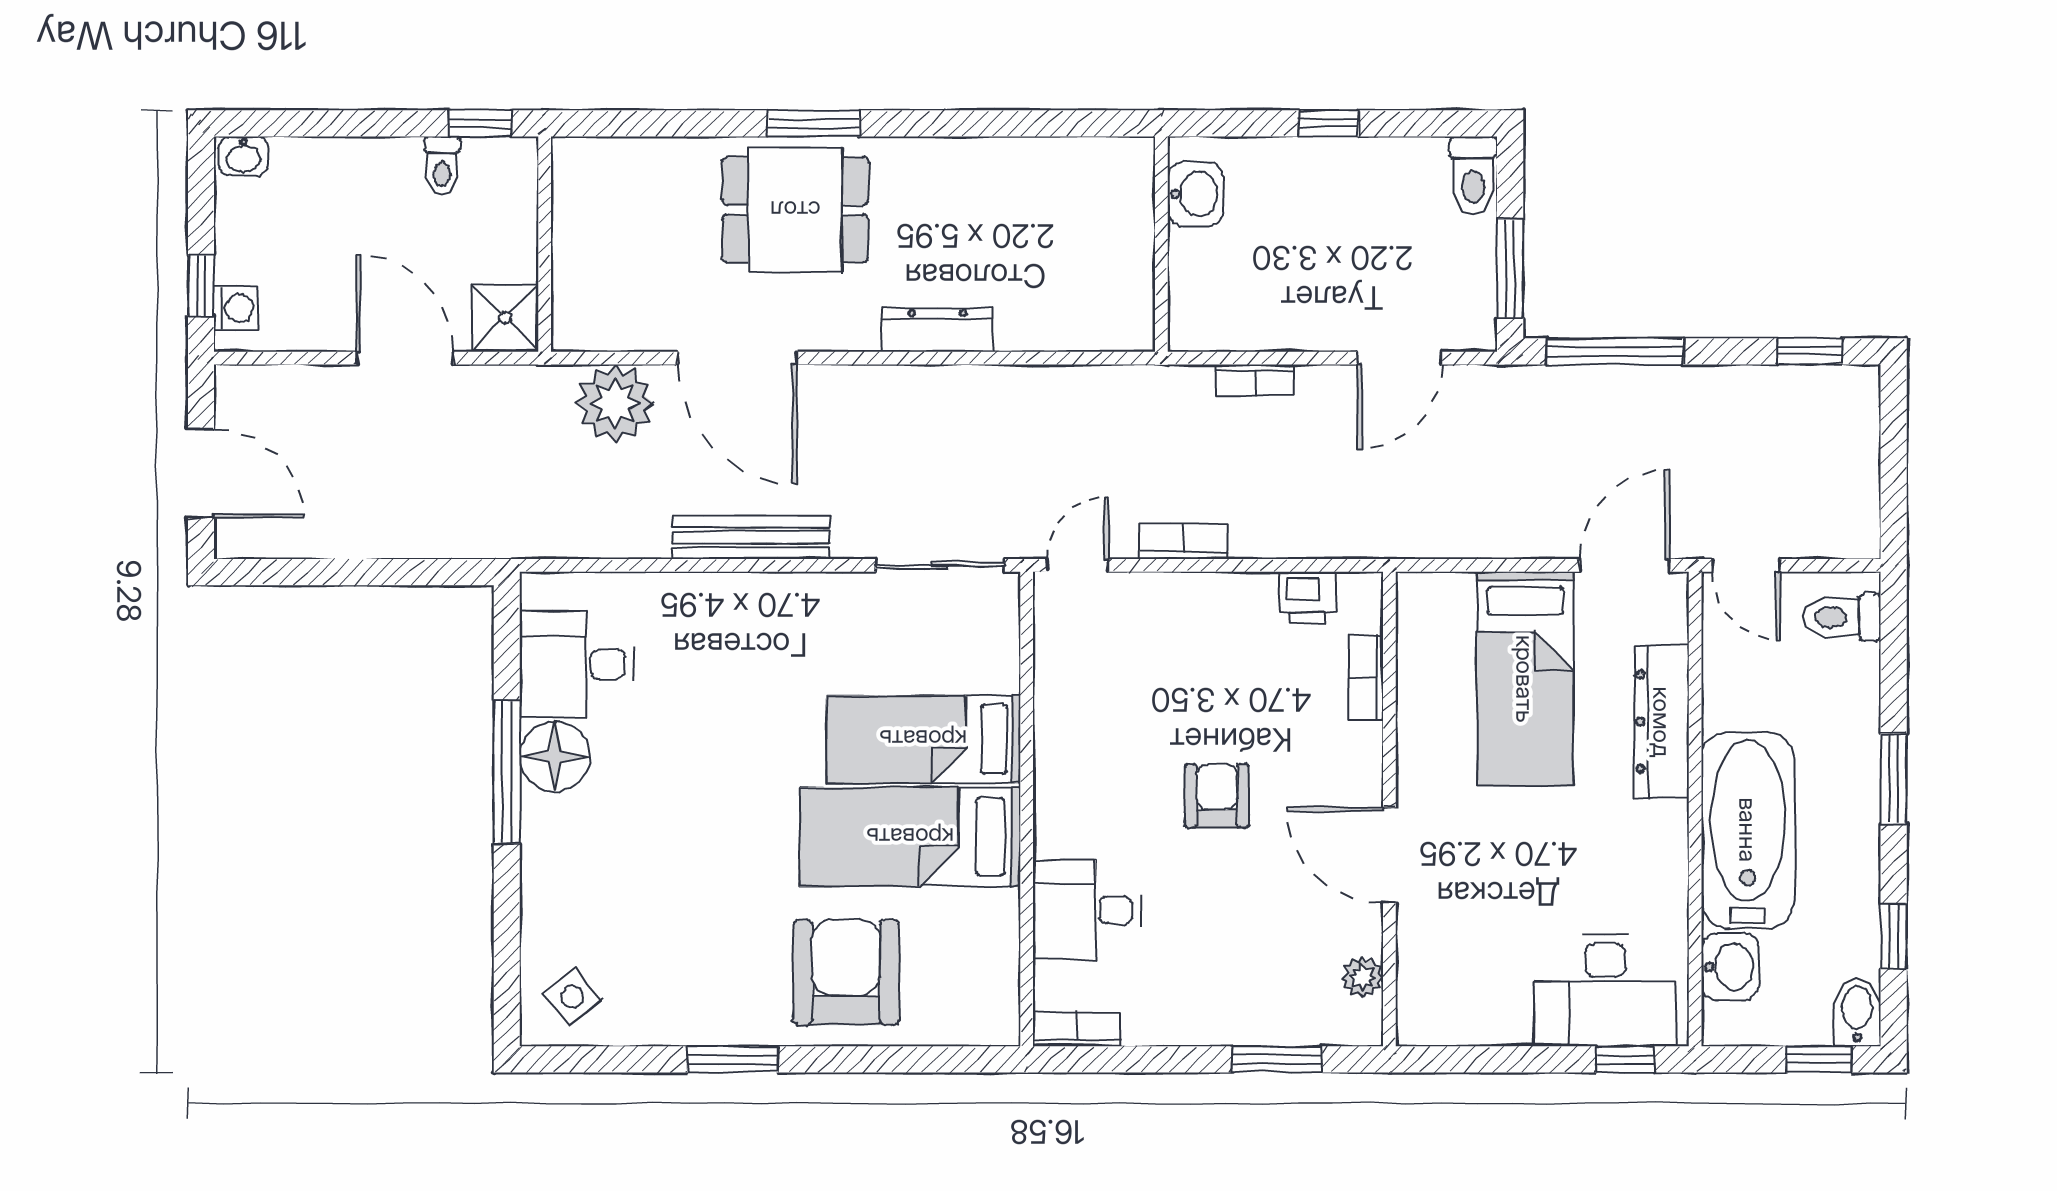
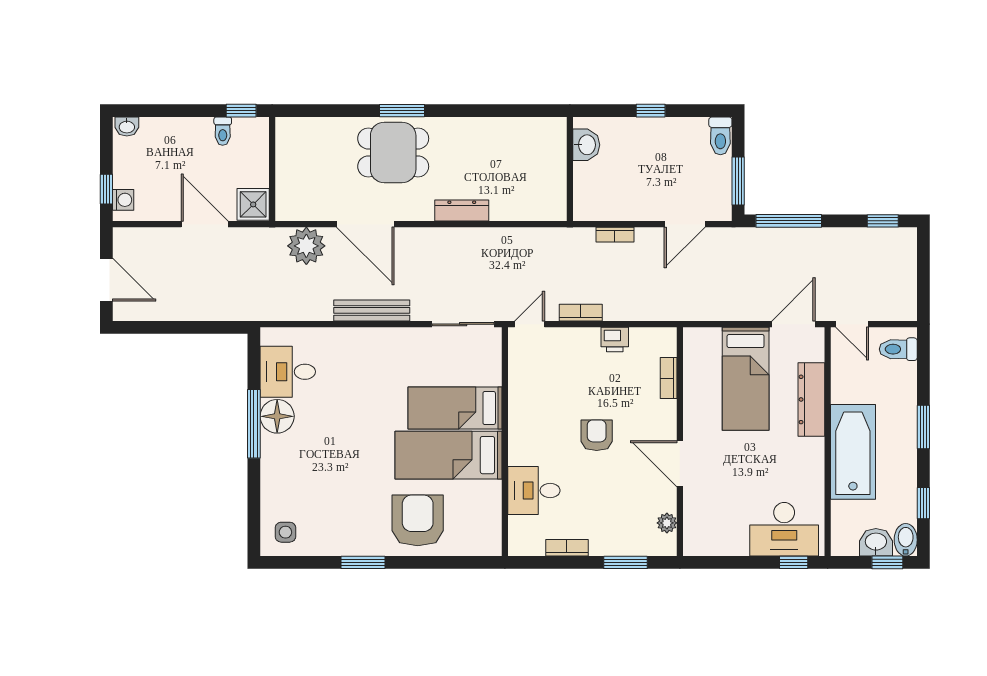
printer: (1308, 597) -> (615, 339), moved
washbasin: (1730, 967) -> (876, 542), moved, turned -90
side table: (572, 997) -> (285, 532), turned 38
bookcase: (1077, 1029) -> (567, 548), moved

